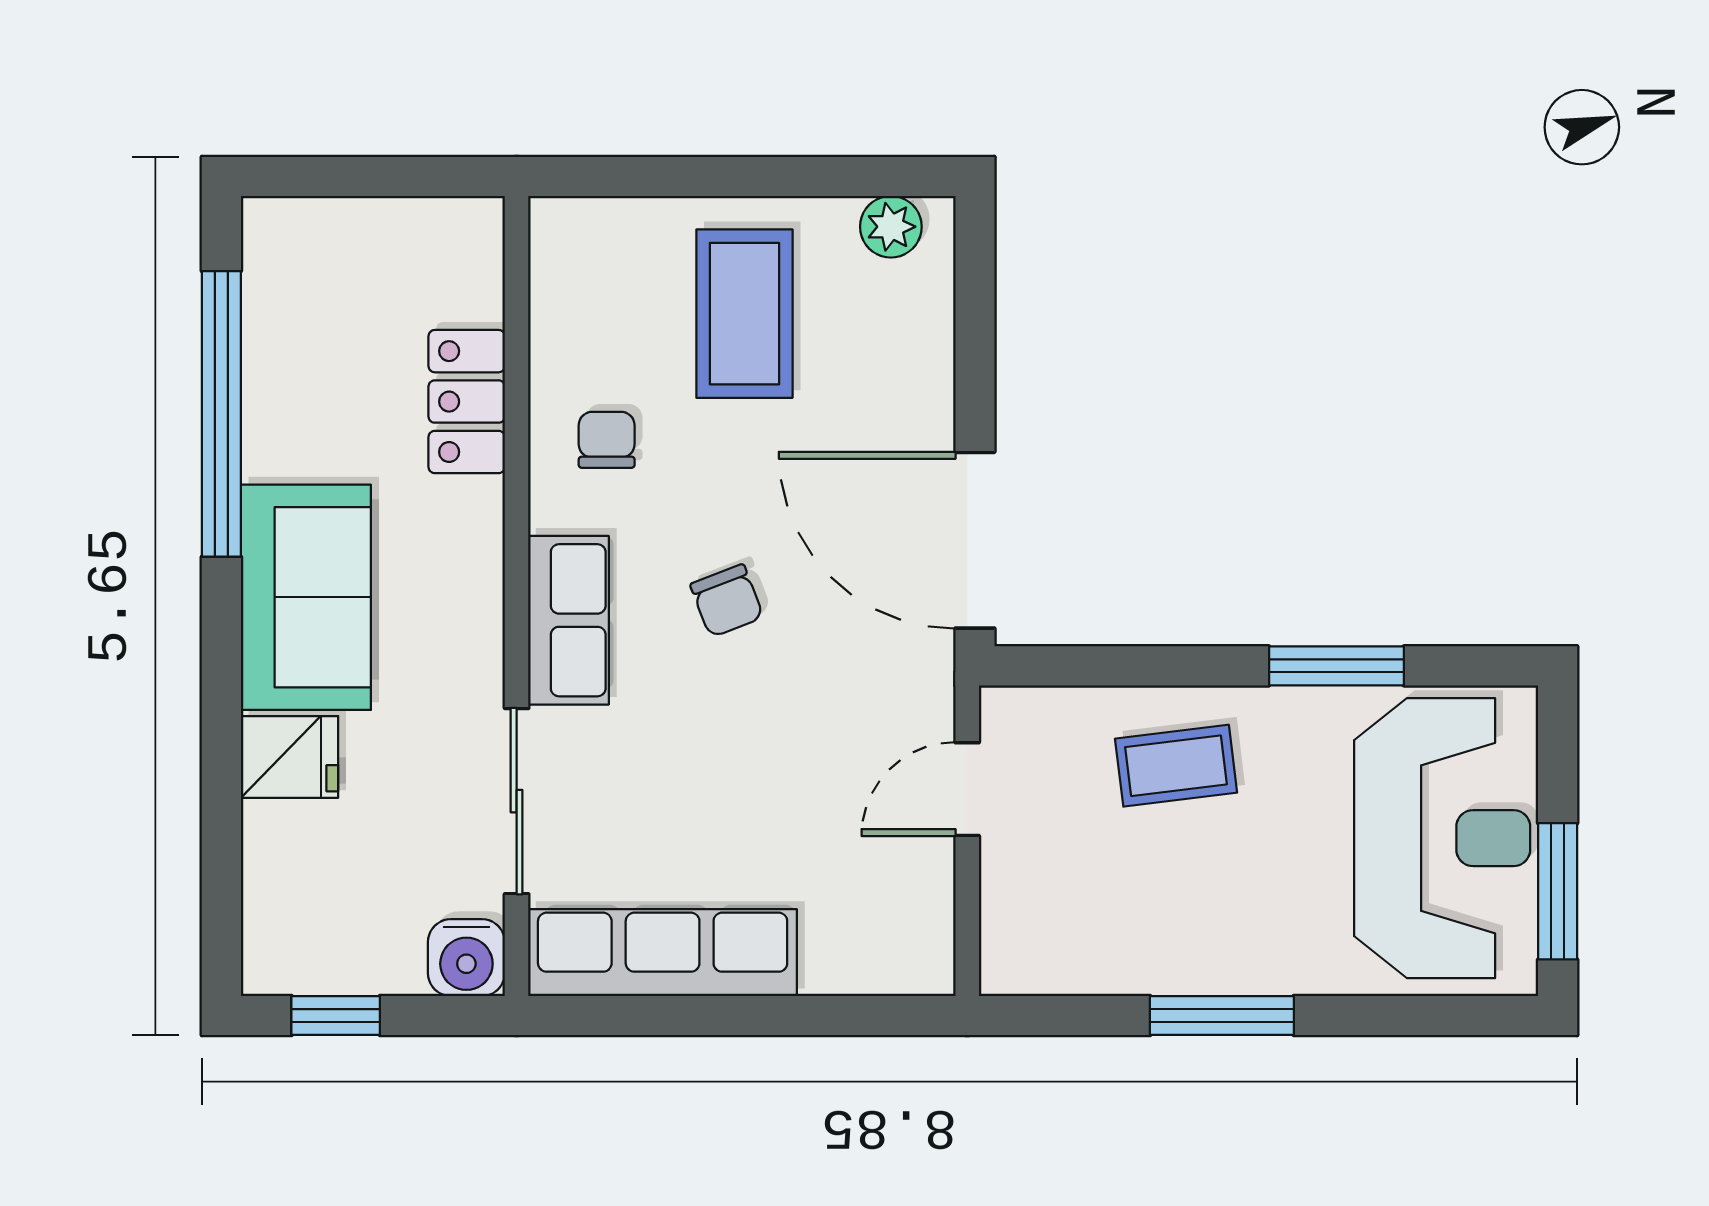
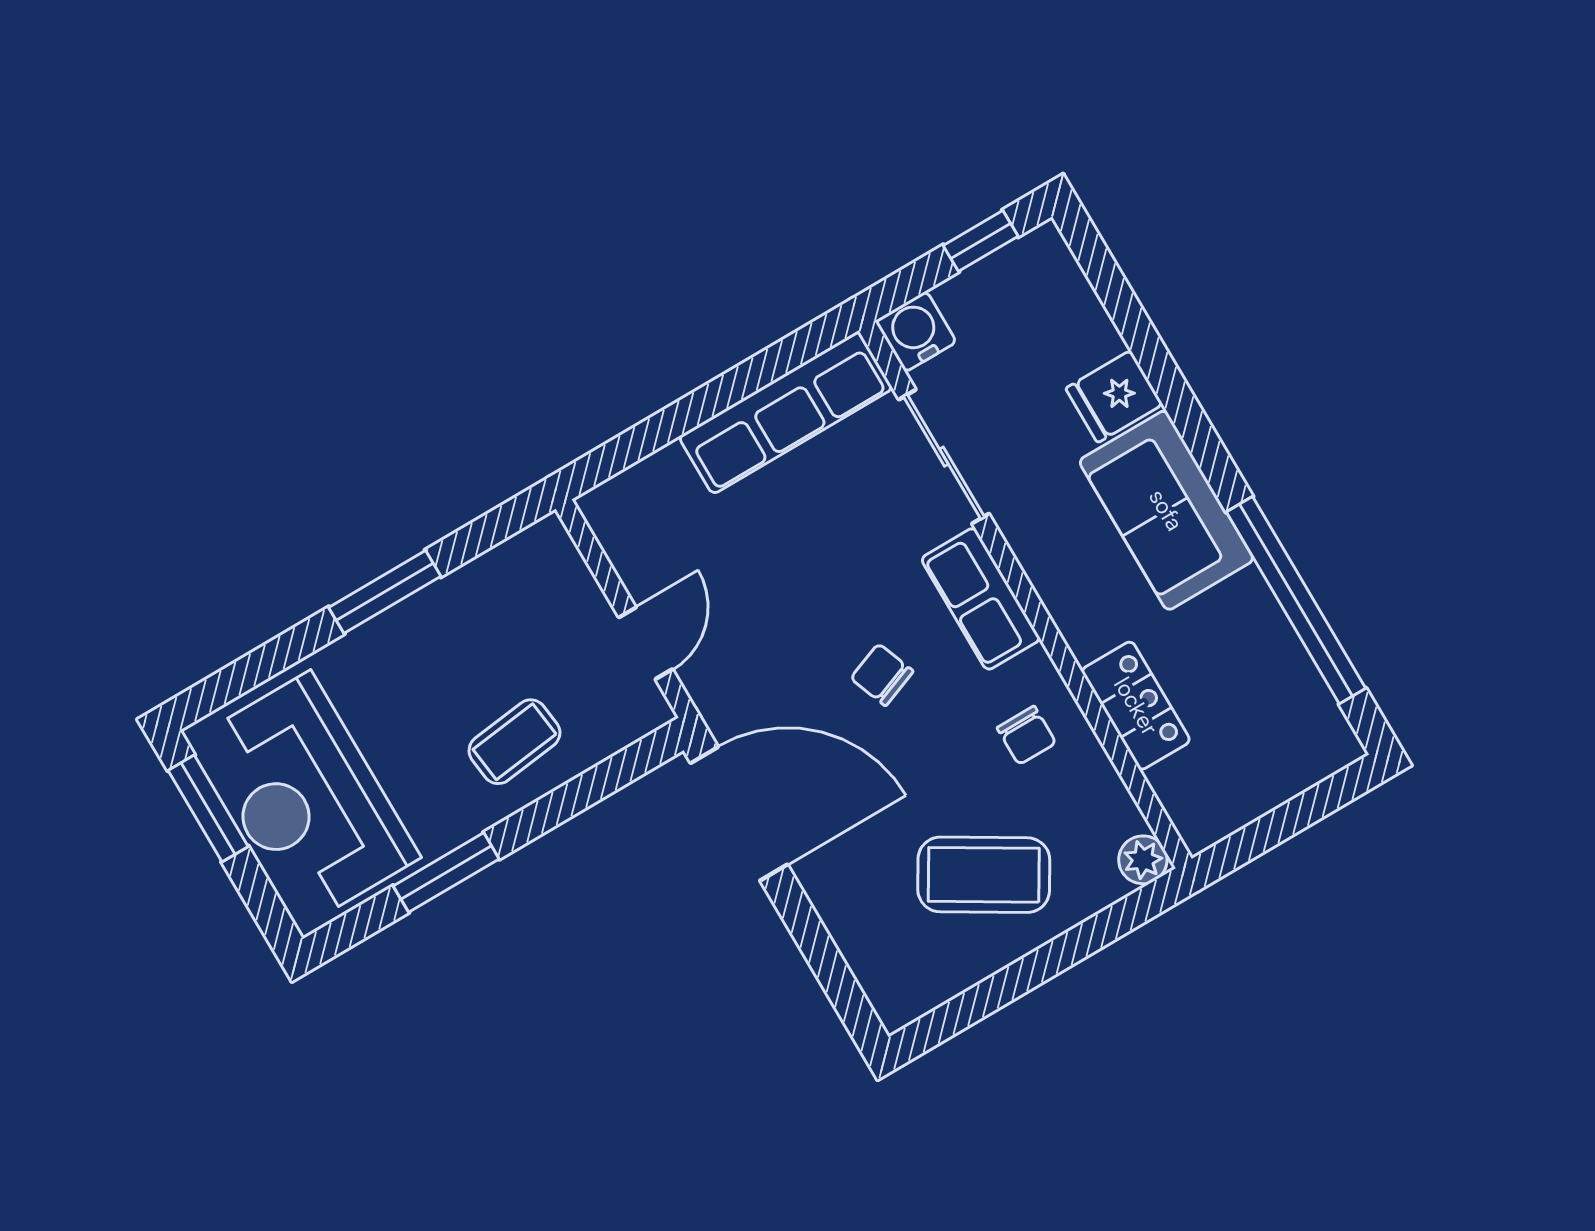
plant: (891, 227) -> (1143, 860), moved
coffee table: (744, 314) -> (984, 875), turned -59

